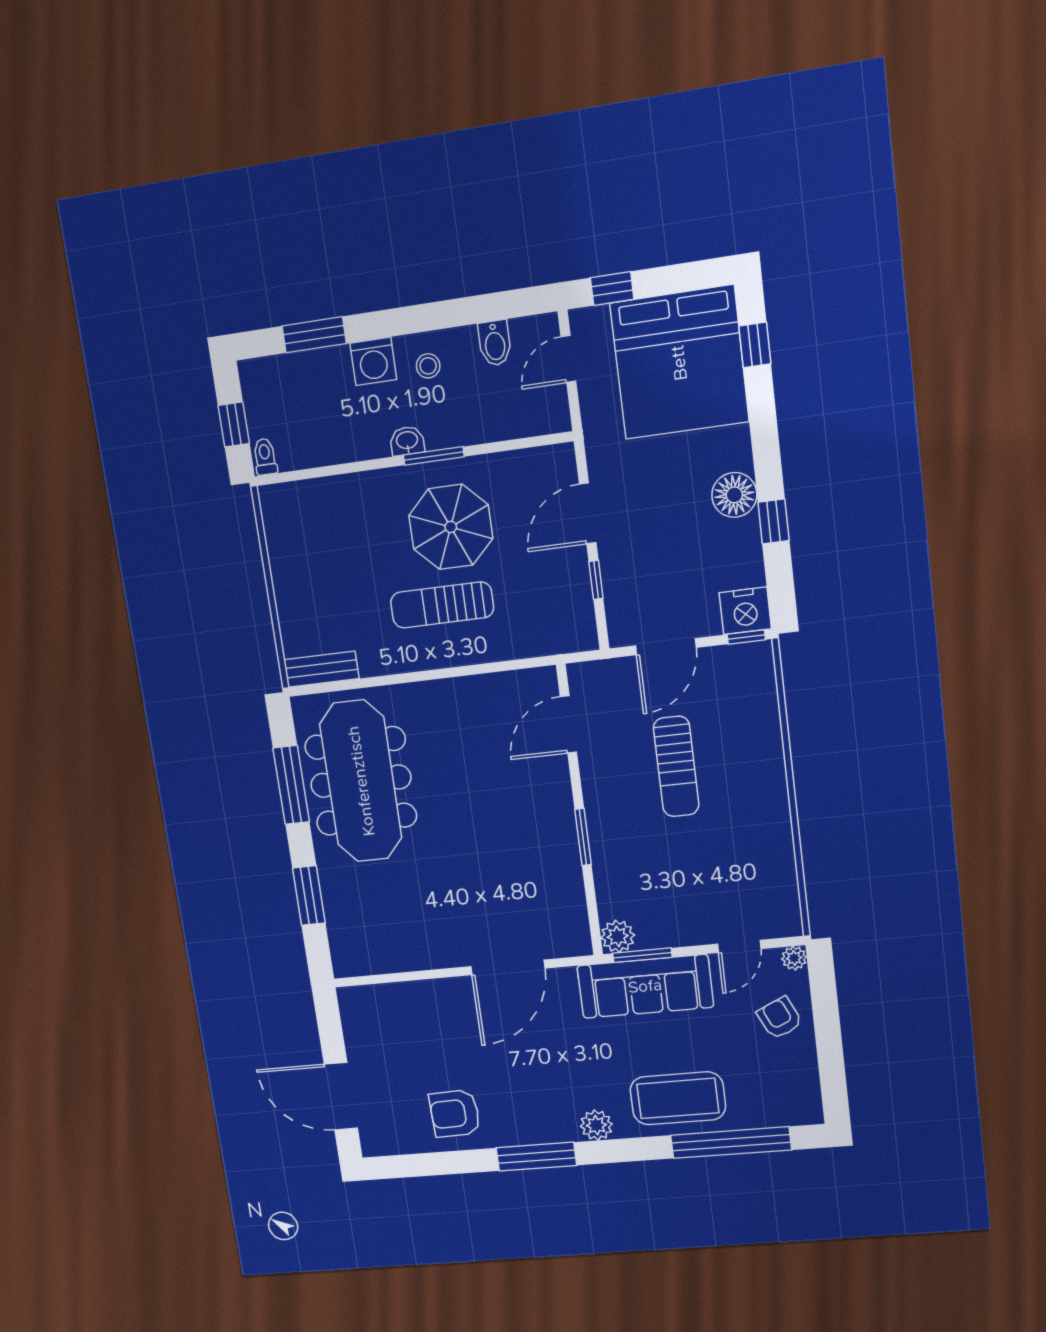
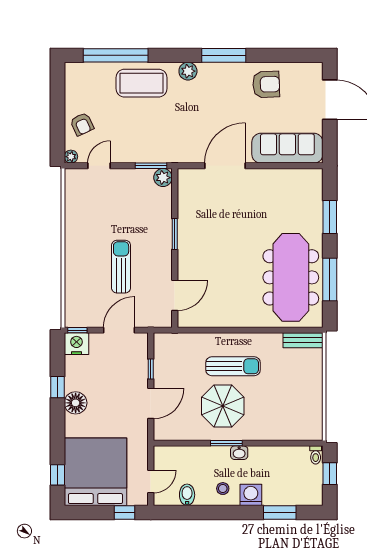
sofa: (645, 986) -> (287, 148), moved

